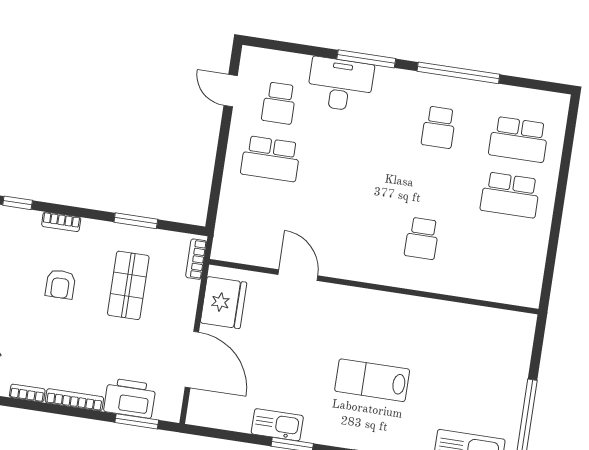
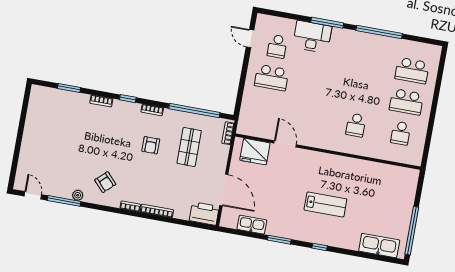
school desk: (439, 127) -> (401, 133), moved
window: (136, 221) -> (194, 111), width x2.11
fridge: (223, 303) -> (255, 152), moved, turned 90
lab bench: (372, 380) -> (325, 204), turned 180
printer: (130, 398) -> (204, 214), moved
window: (137, 421) -> (192, 224), removed
kitchen sink: (277, 425) -> (252, 225), moved

